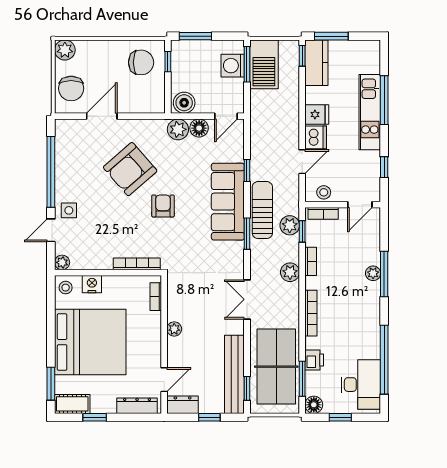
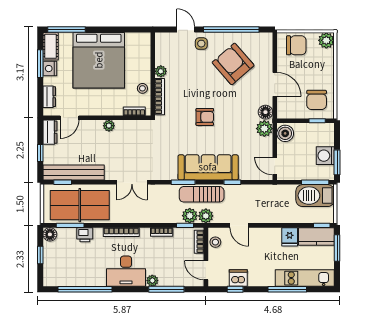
window: (195, 36) -> (337, 162), moved
washing machine: (233, 66) -> (325, 156), moved, turned -90
chair: (71, 88) -> (296, 45), turned 180
kitchen unit: (370, 112) -> (305, 278), moved
fridge: (317, 115) -> (290, 237), moved
door: (102, 116) -> (275, 84), moved
floor lamp: (199, 128) -> (265, 112), moved
dishwasher: (316, 137) -> (238, 278), moved, turned 180
armchair: (130, 169) -> (233, 64), moved
sun lounger: (262, 210) -> (202, 194), turned 180
plant: (62, 262) -> (161, 71), moved
plant: (290, 272) -> (206, 216), moved
window: (384, 274) -> (166, 289), moved
nightstand: (92, 284) -> (50, 69), moved, turned 180
stool: (66, 288) -> (142, 88), moved
double door: (247, 299) -> (132, 182), swing flipped
door: (164, 380) -> (69, 118), hinge flipped
window: (51, 384) -> (66, 30), width x1.44
desk: (361, 385) -> (126, 271), moved
dresser: (137, 406) -> (49, 97), width x0.70
window: (95, 417) -> (40, 64), width x1.50

